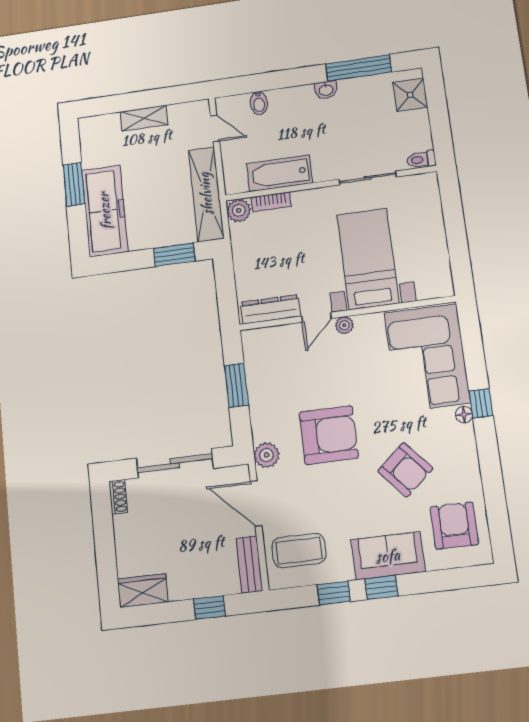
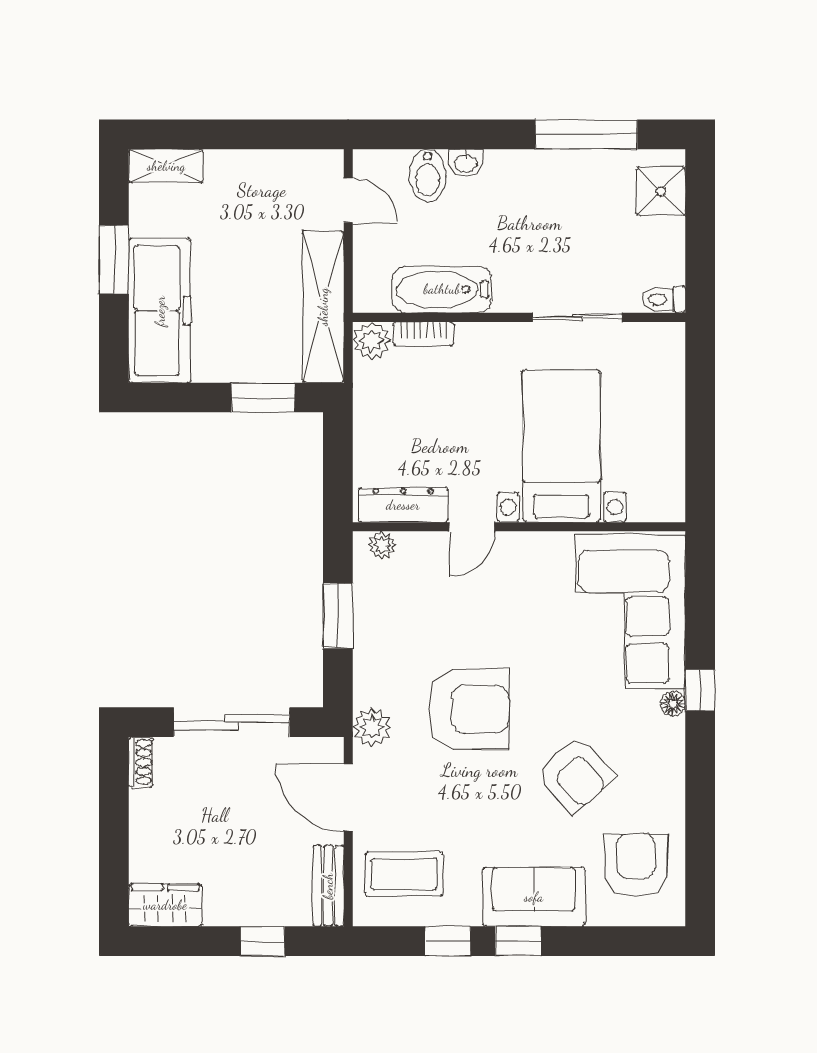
washbasin: (326, 90) -> (466, 163), moved
bidet: (259, 103) -> (428, 176), width x1.38, depth x1.36
shelving: (144, 118) -> (166, 166), moved
plant: (344, 325) -> (382, 545), moved

